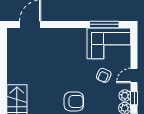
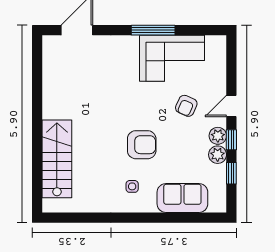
window: (104, 24) -> (153, 30), moved
corner sofa: (109, 43) -> (172, 58), moved

